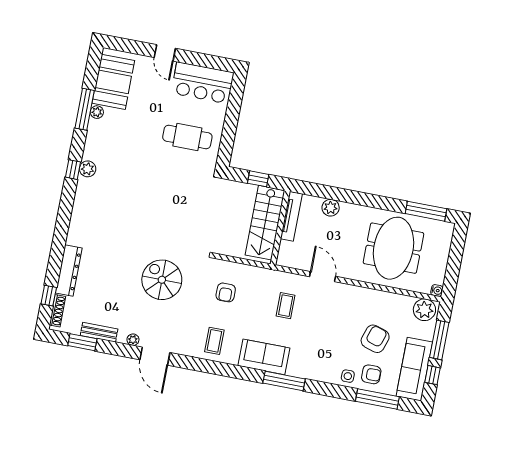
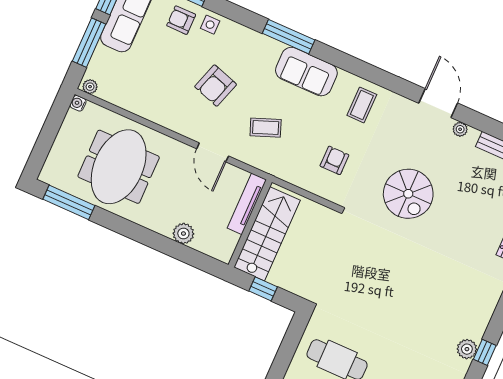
tv unit: (291, 216) -> (247, 204), moved
coffee table: (286, 306) -> (266, 128), turned 69
plant: (424, 310) -> (90, 87), width x0.53, depth x0.53
armchair: (375, 339) -> (216, 86), moved

